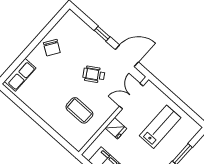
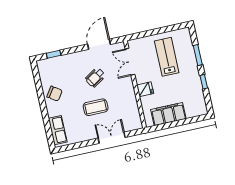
window: (102, 34) -> (54, 54), moved
coffee table: (79, 110) -> (96, 107), moved
double door: (49, 130) -> (112, 138), added

